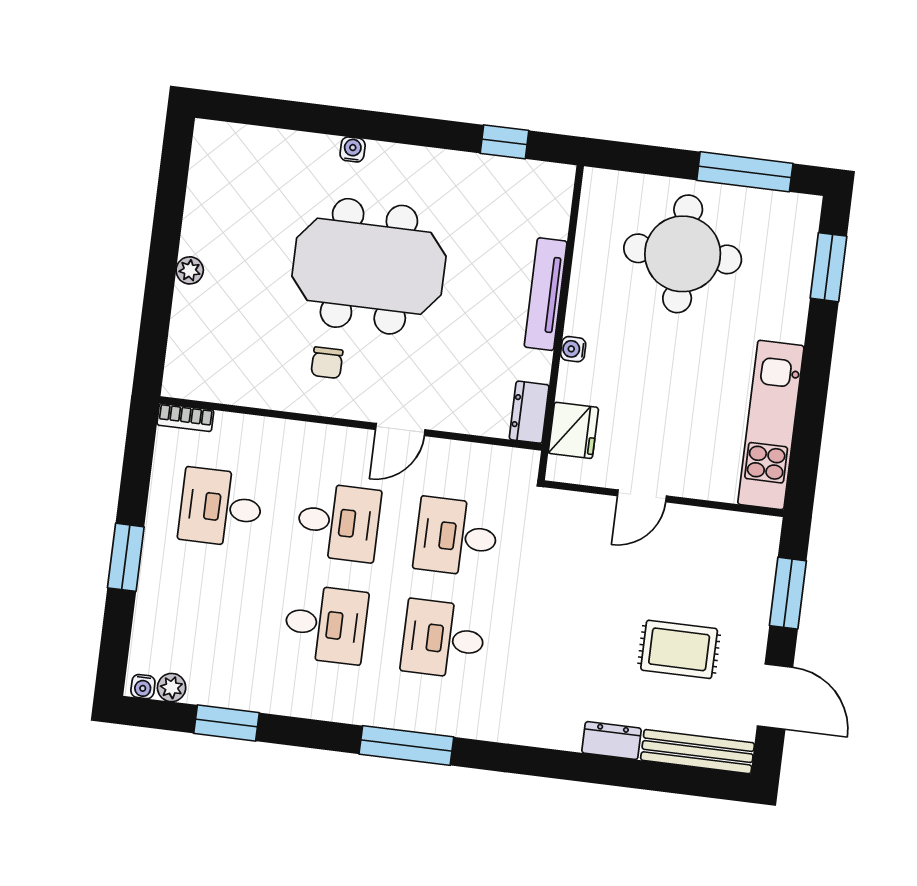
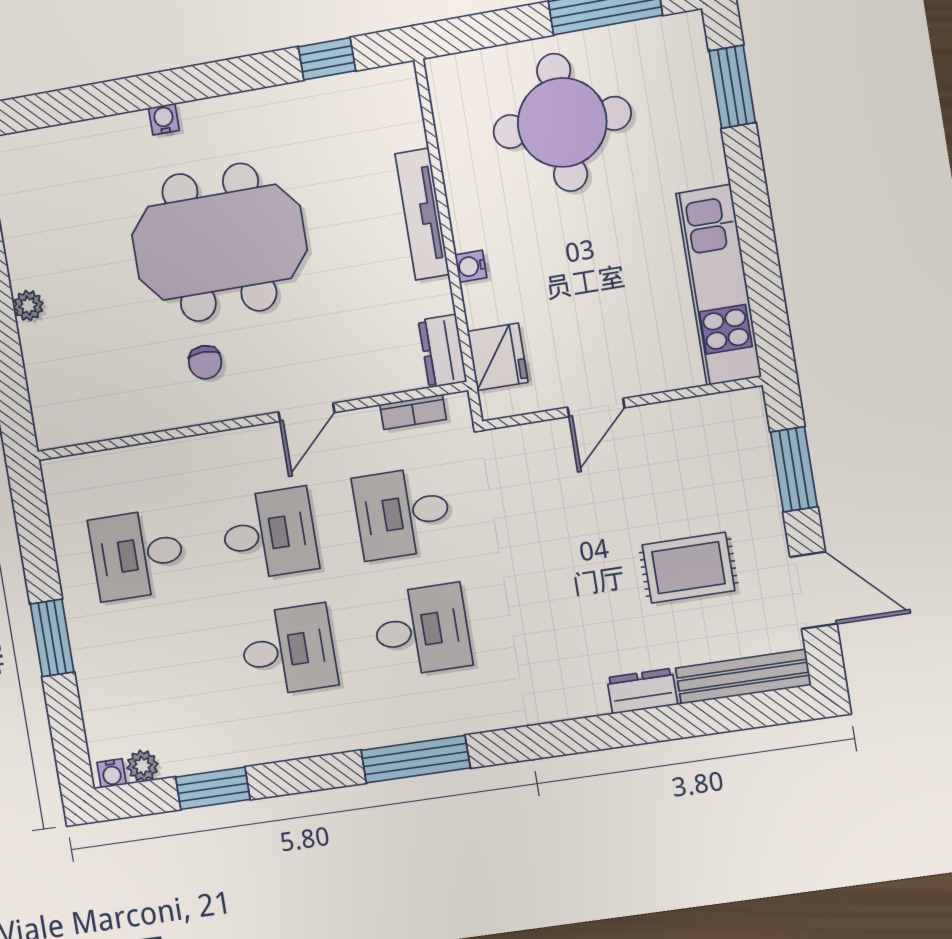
bookcase: (185, 418) -> (413, 412), moved
desk: (443, 639) -> (422, 630), turned 180

